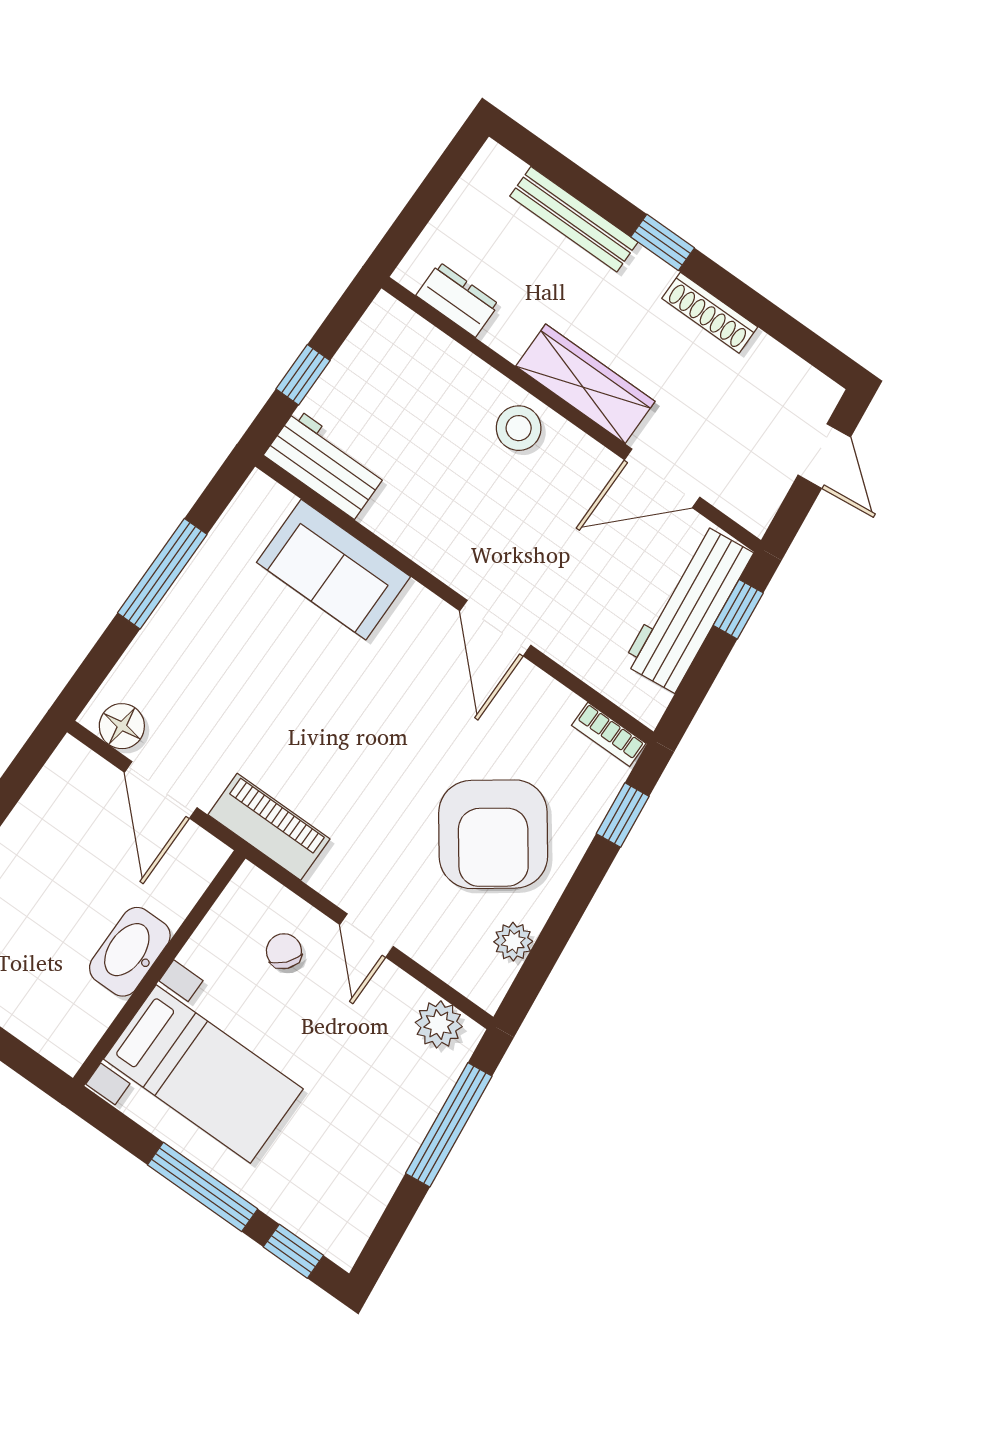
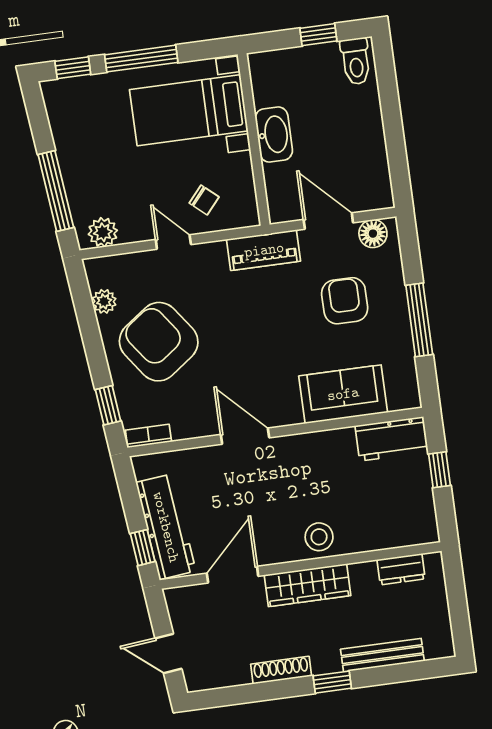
armchair: (229, 678) -> (345, 301), added

